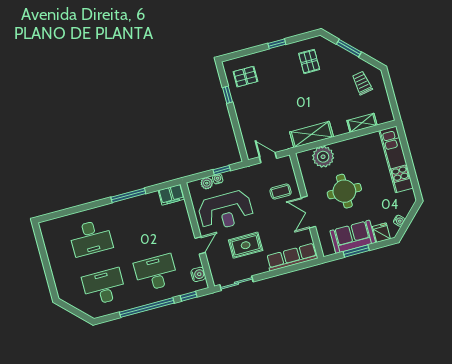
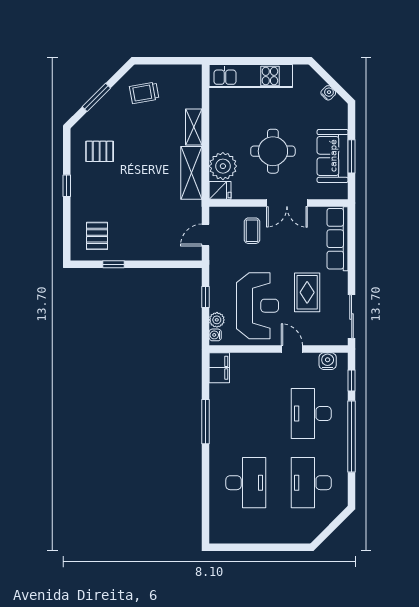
shelving: (362, 123) -> (194, 127), moved
water cooler: (218, 179) -> (215, 335), moved
fridge: (381, 233) -> (220, 190), moved, turned 180

